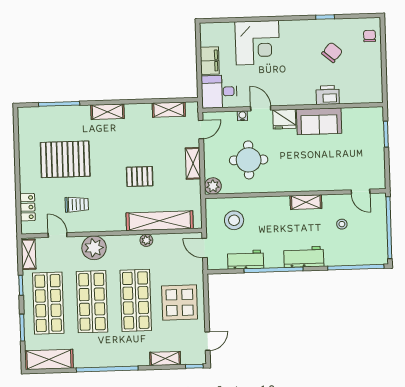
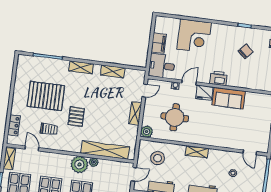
printer: (328, 95) -> (218, 78), moved
door: (261, 108) -> (189, 82), hinge flipped
shelving: (169, 110) -> (113, 71), moved
pallet: (140, 177) -> (76, 117), moved, turned 90
shelving: (306, 202) -> (197, 152), moved
plant: (94, 248) -> (79, 164), moved
door: (205, 248) -> (134, 174), swing flipped

